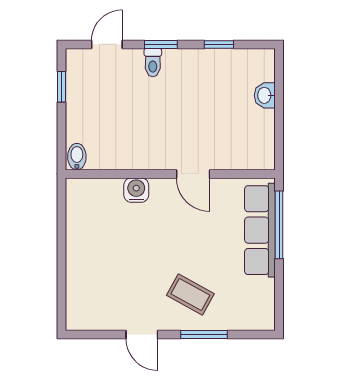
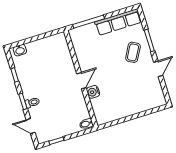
washbasin: (265, 95) -> (20, 50), moved
door: (193, 174) -> (81, 81), moved
row of seats: (260, 230) -> (118, 22), moved

